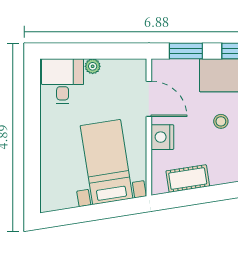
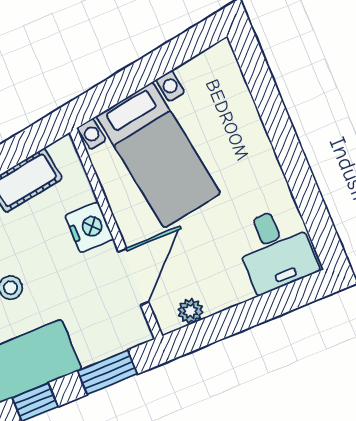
plant: (93, 66) -> (190, 311), moved
door: (149, 99) -> (134, 277), swing flipped

